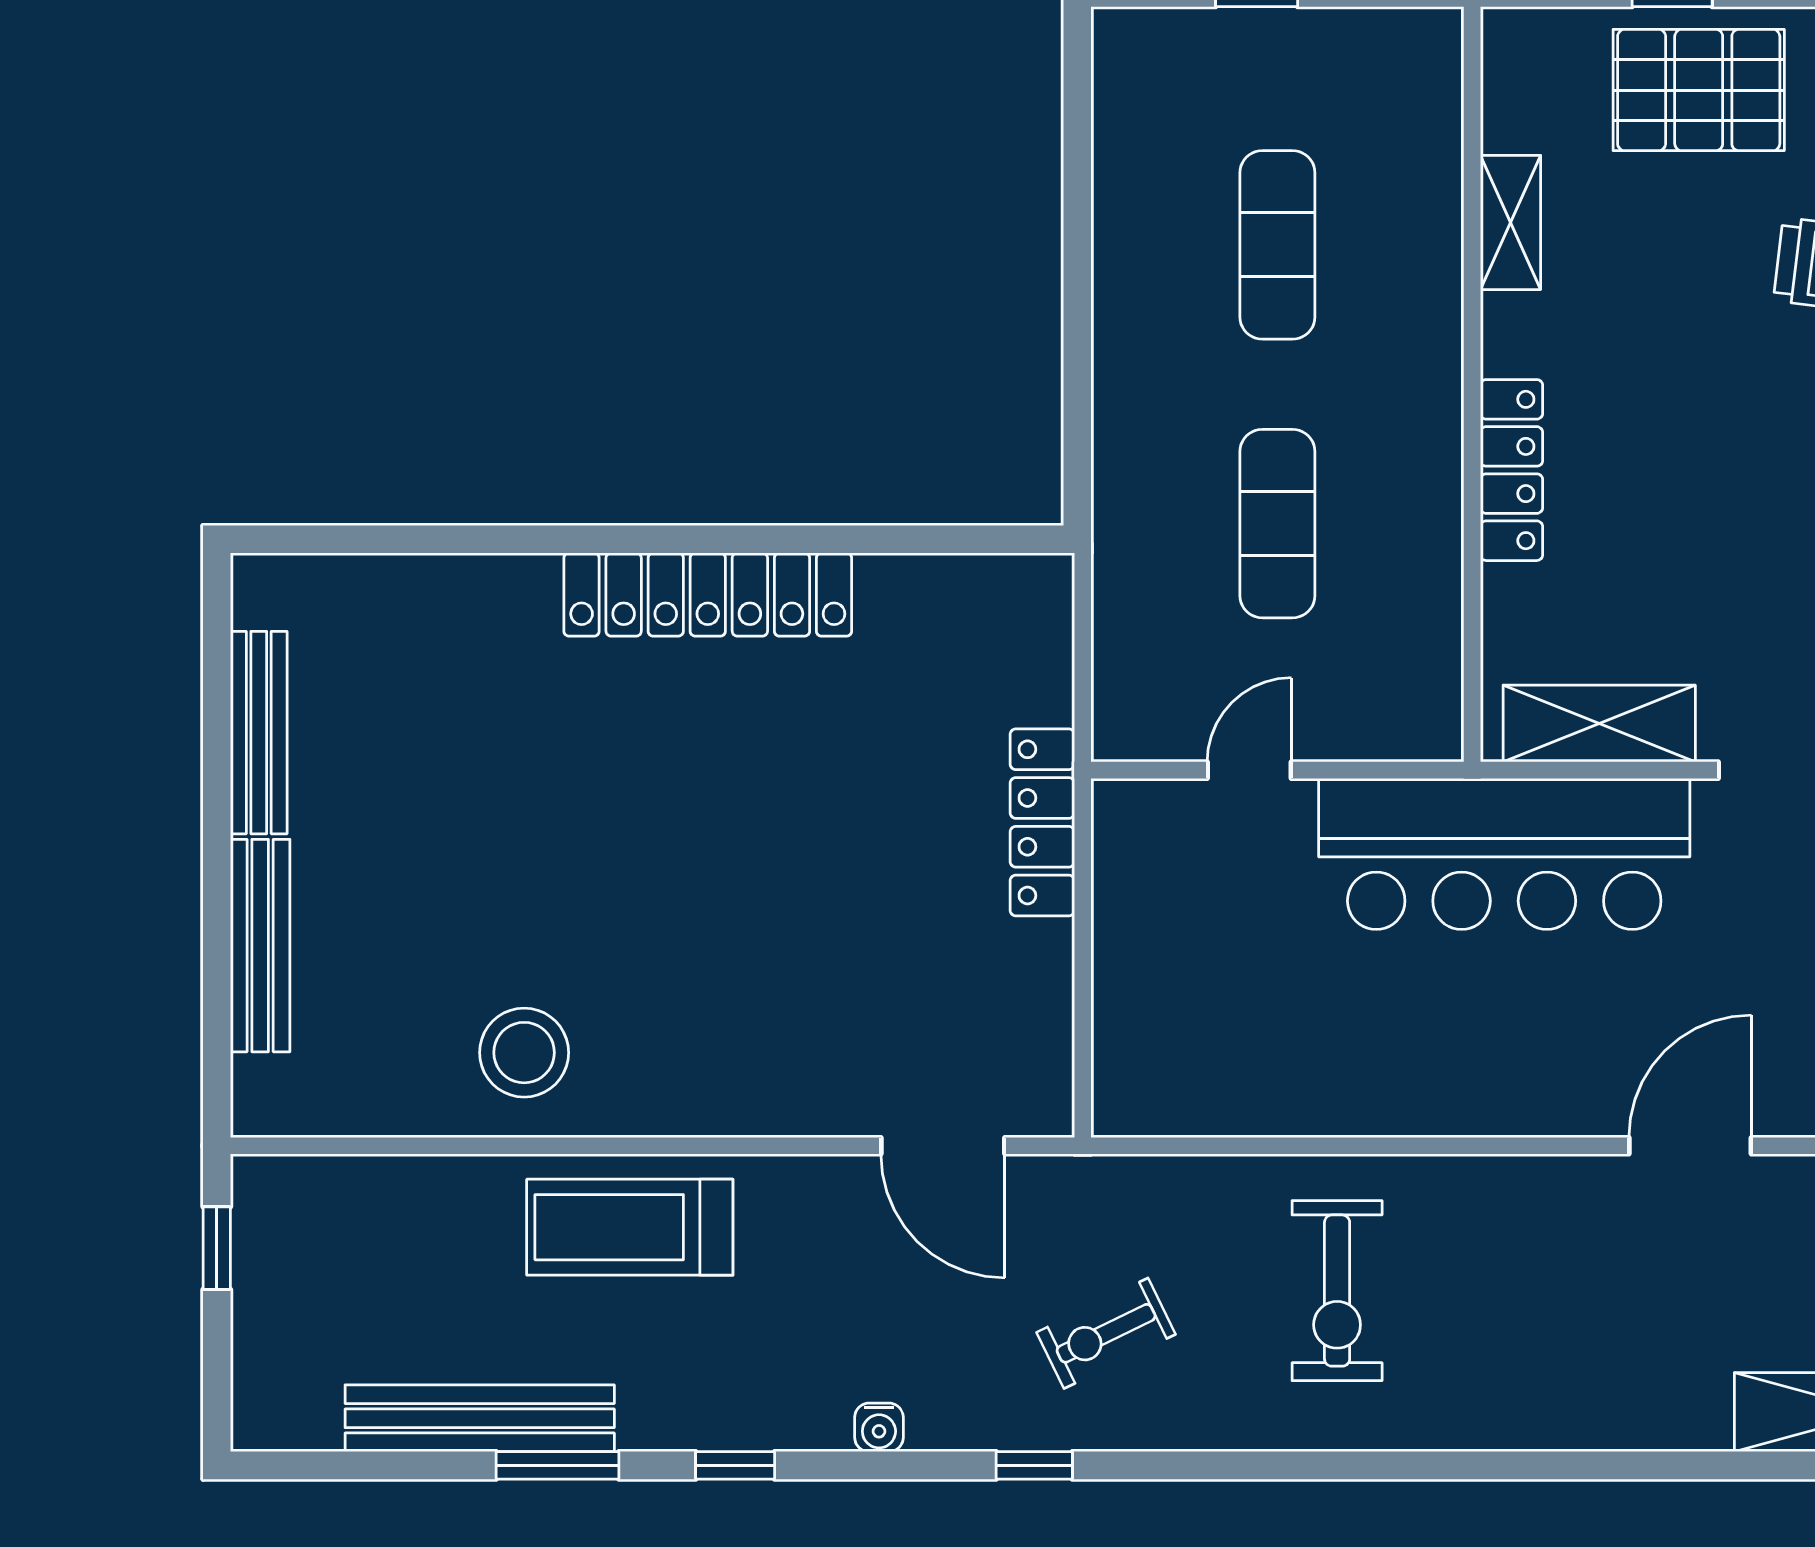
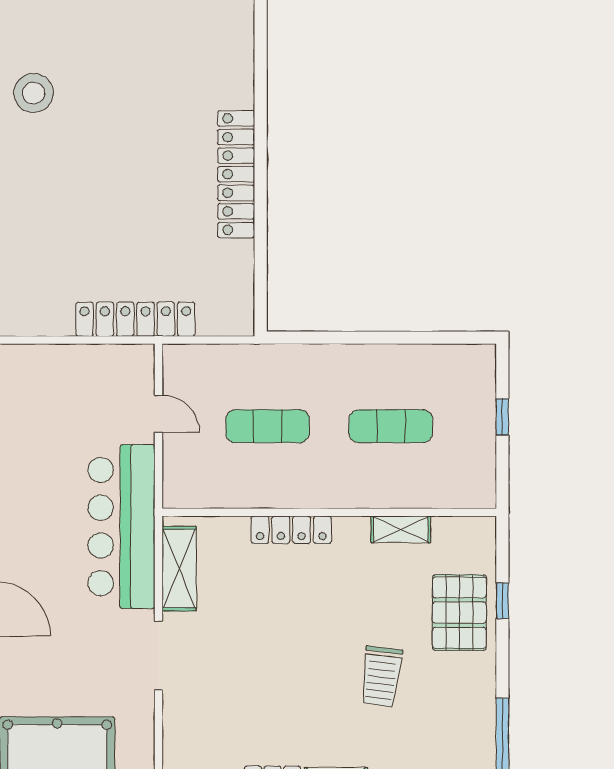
locker: (1042, 822) -> (135, 319), width x1.41, depth x1.21

